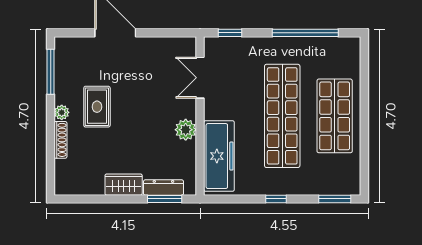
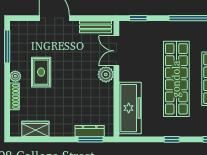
bench: (172, 45) -> (95, 27), added
plant: (186, 130) -> (106, 74), moved
wardrobe: (124, 185) -> (35, 129), moved

